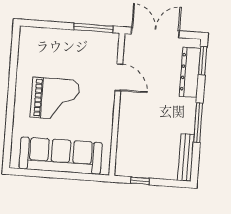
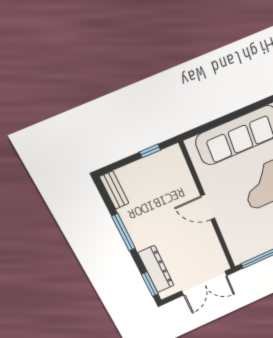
door: (119, 77) -> (208, 207), moved
bench: (186, 157) -> (114, 190), width x0.73

